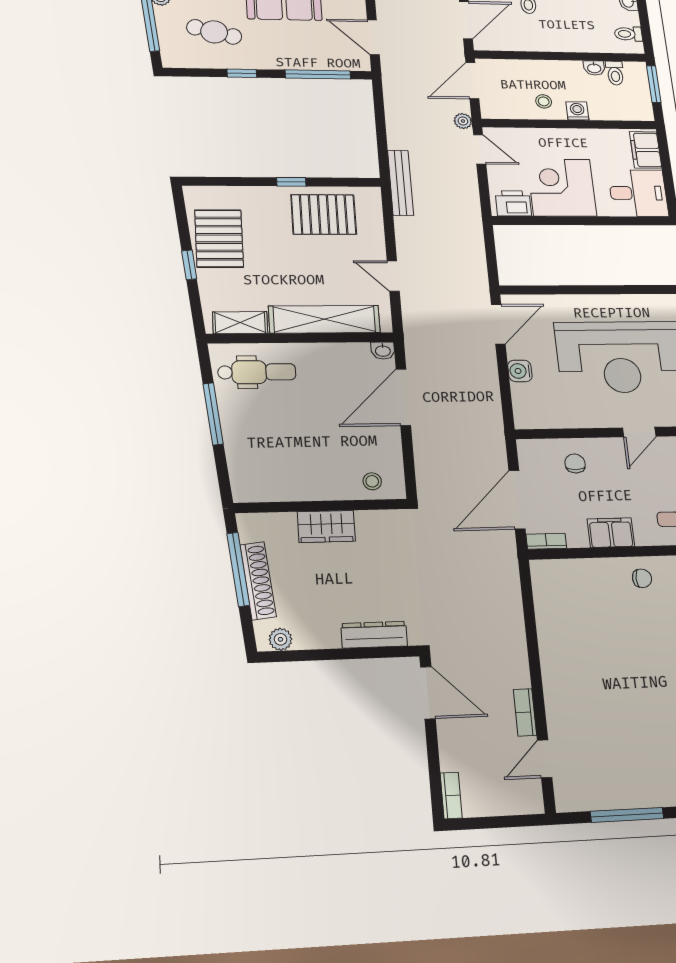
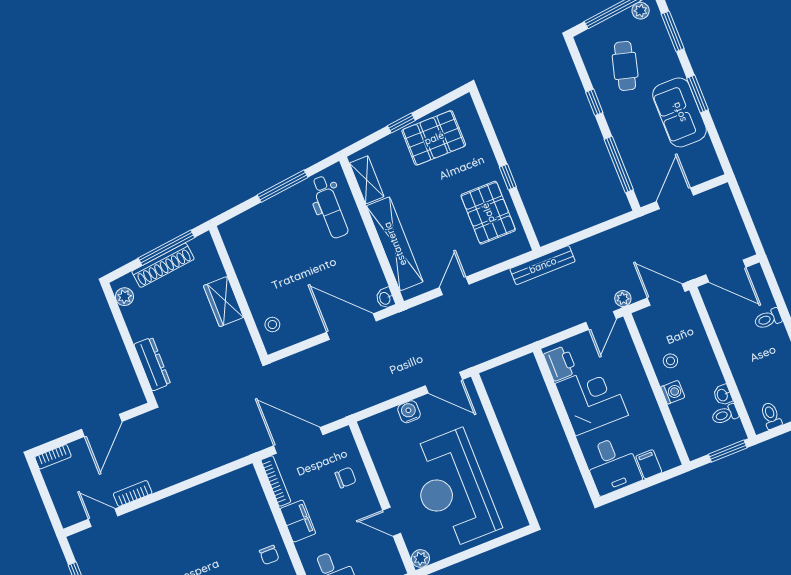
filing cabinet: (646, 150) -> (649, 464), width x0.50
bookcase: (546, 541) -> (276, 481), width x1.56
door: (428, 693) -> (102, 425), moved

